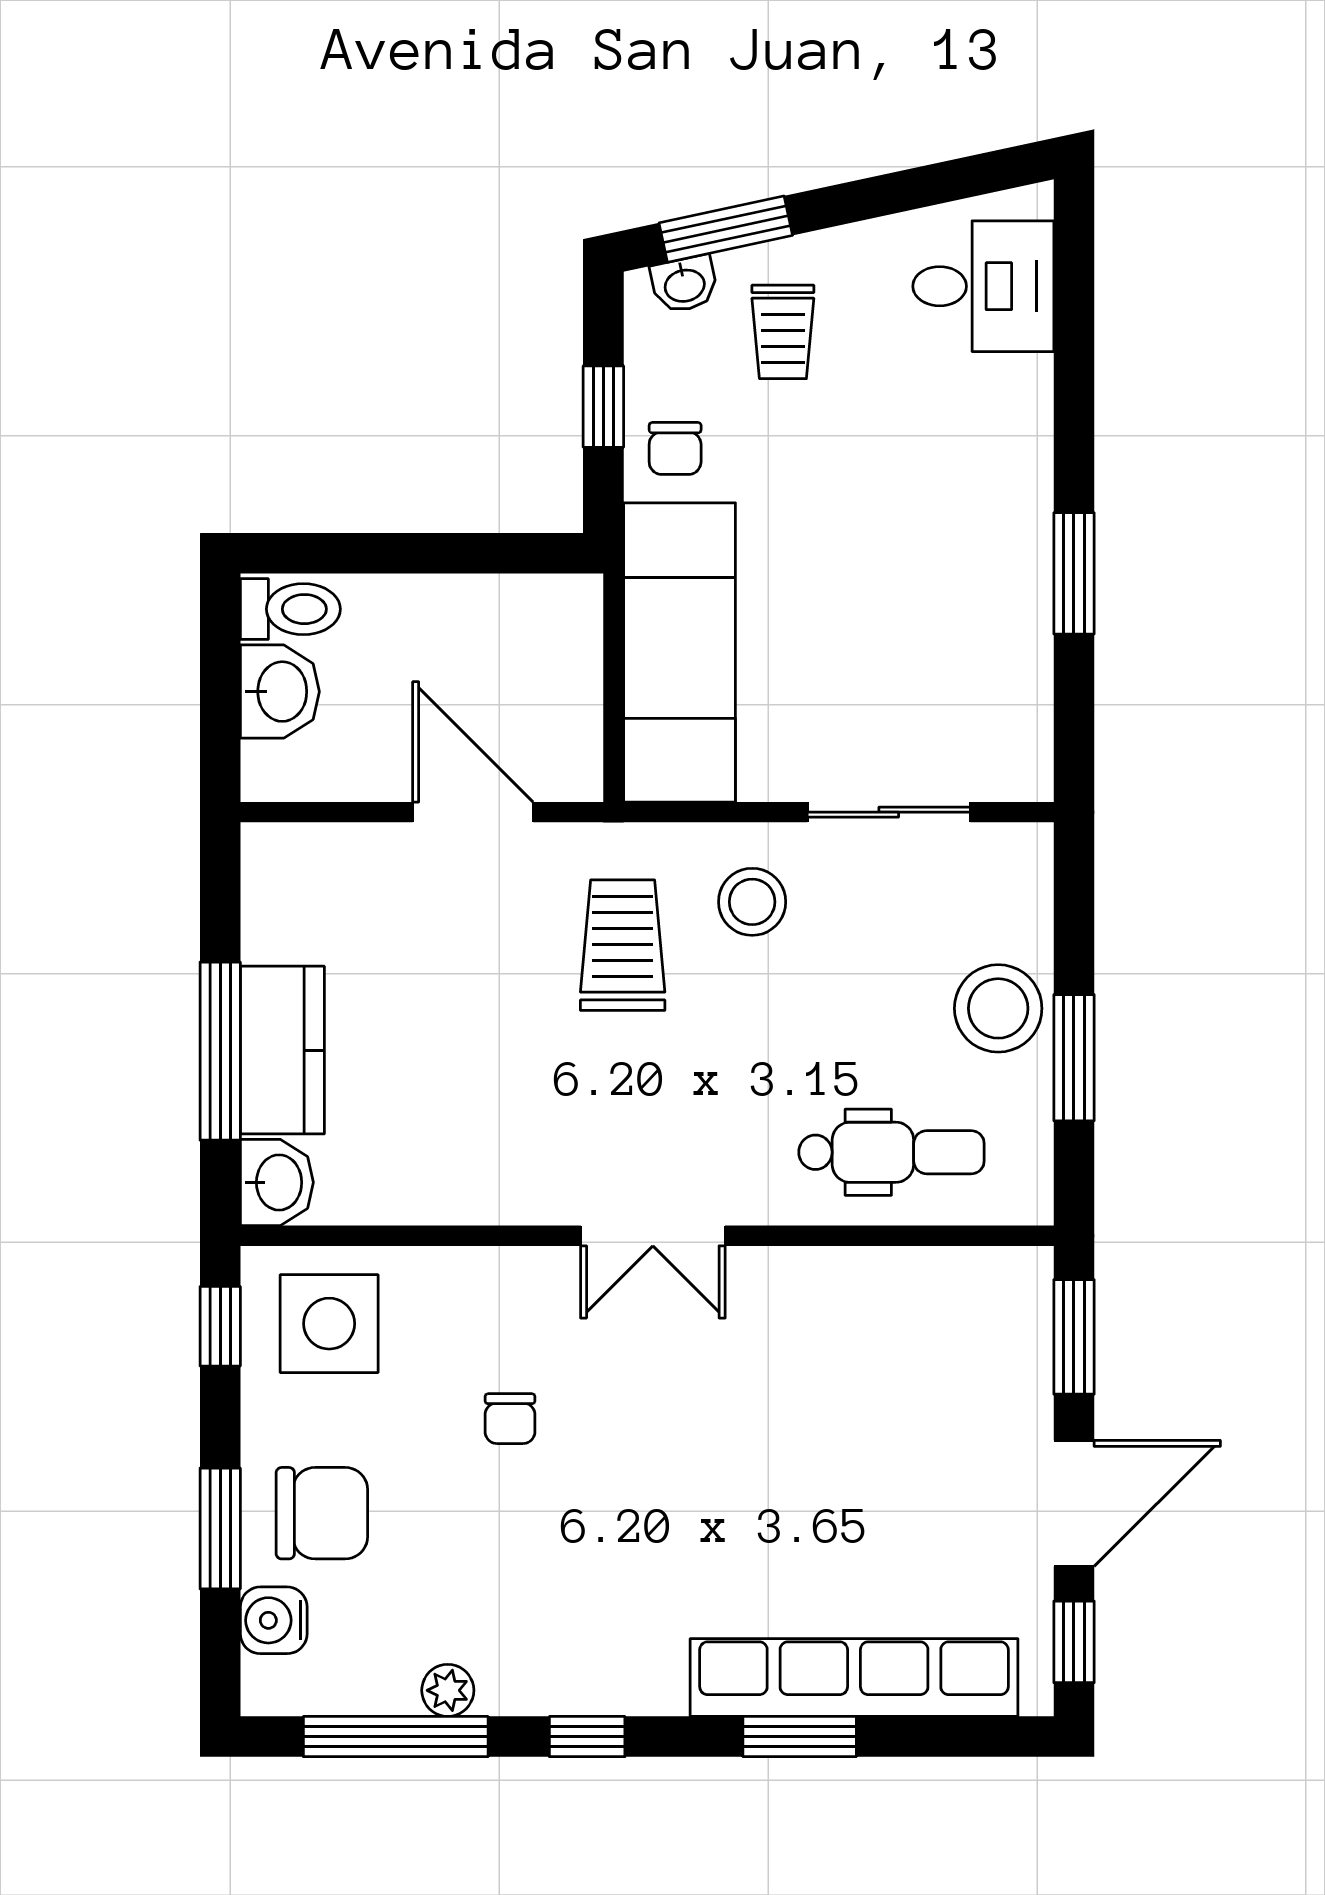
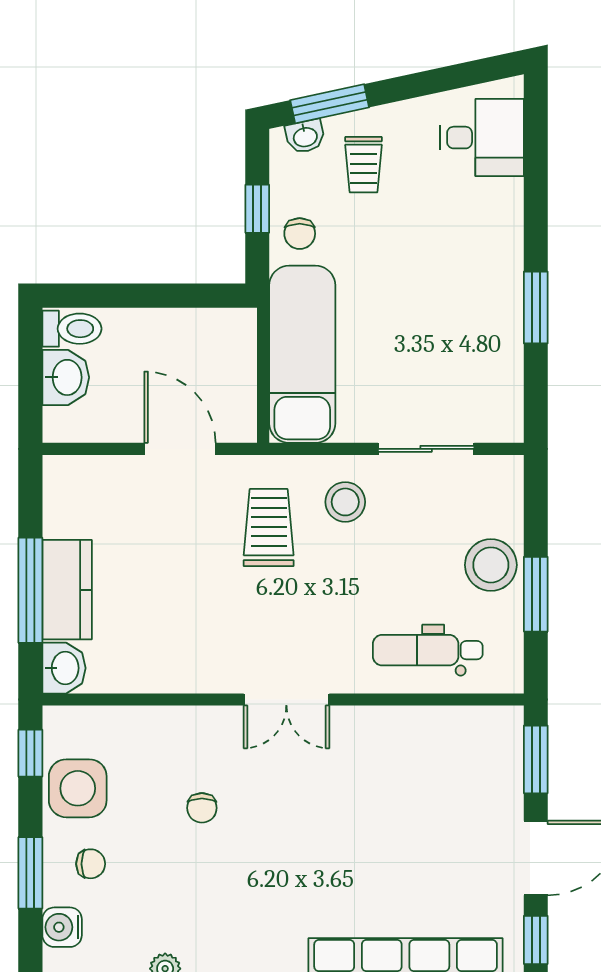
dental chair: (891, 1152) -> (428, 650), turned 180
side table: (329, 1324) -> (78, 788), moved
chair: (322, 1513) -> (91, 864), width x0.54, depth x0.54

